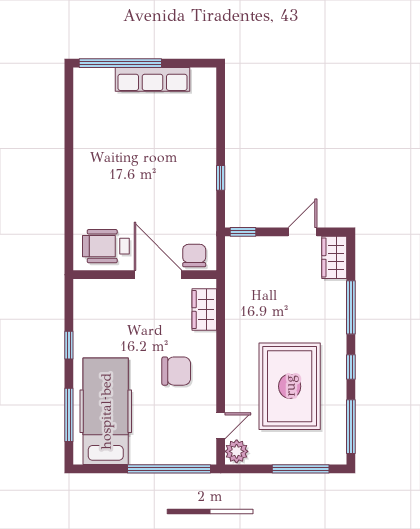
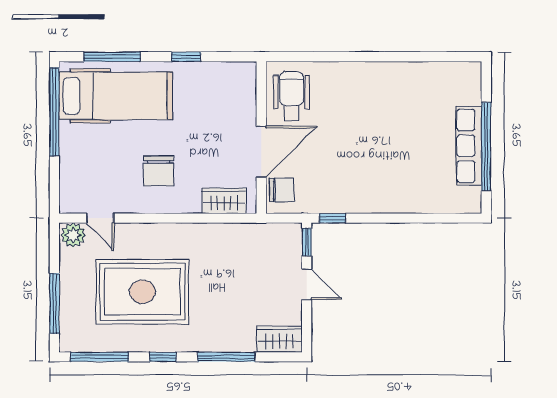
window: (120, 63) -> (486, 147), moved
window: (221, 178) -> (332, 218), moved
door: (302, 232) -> (307, 284), moved
window: (169, 469) -> (54, 112), moved

